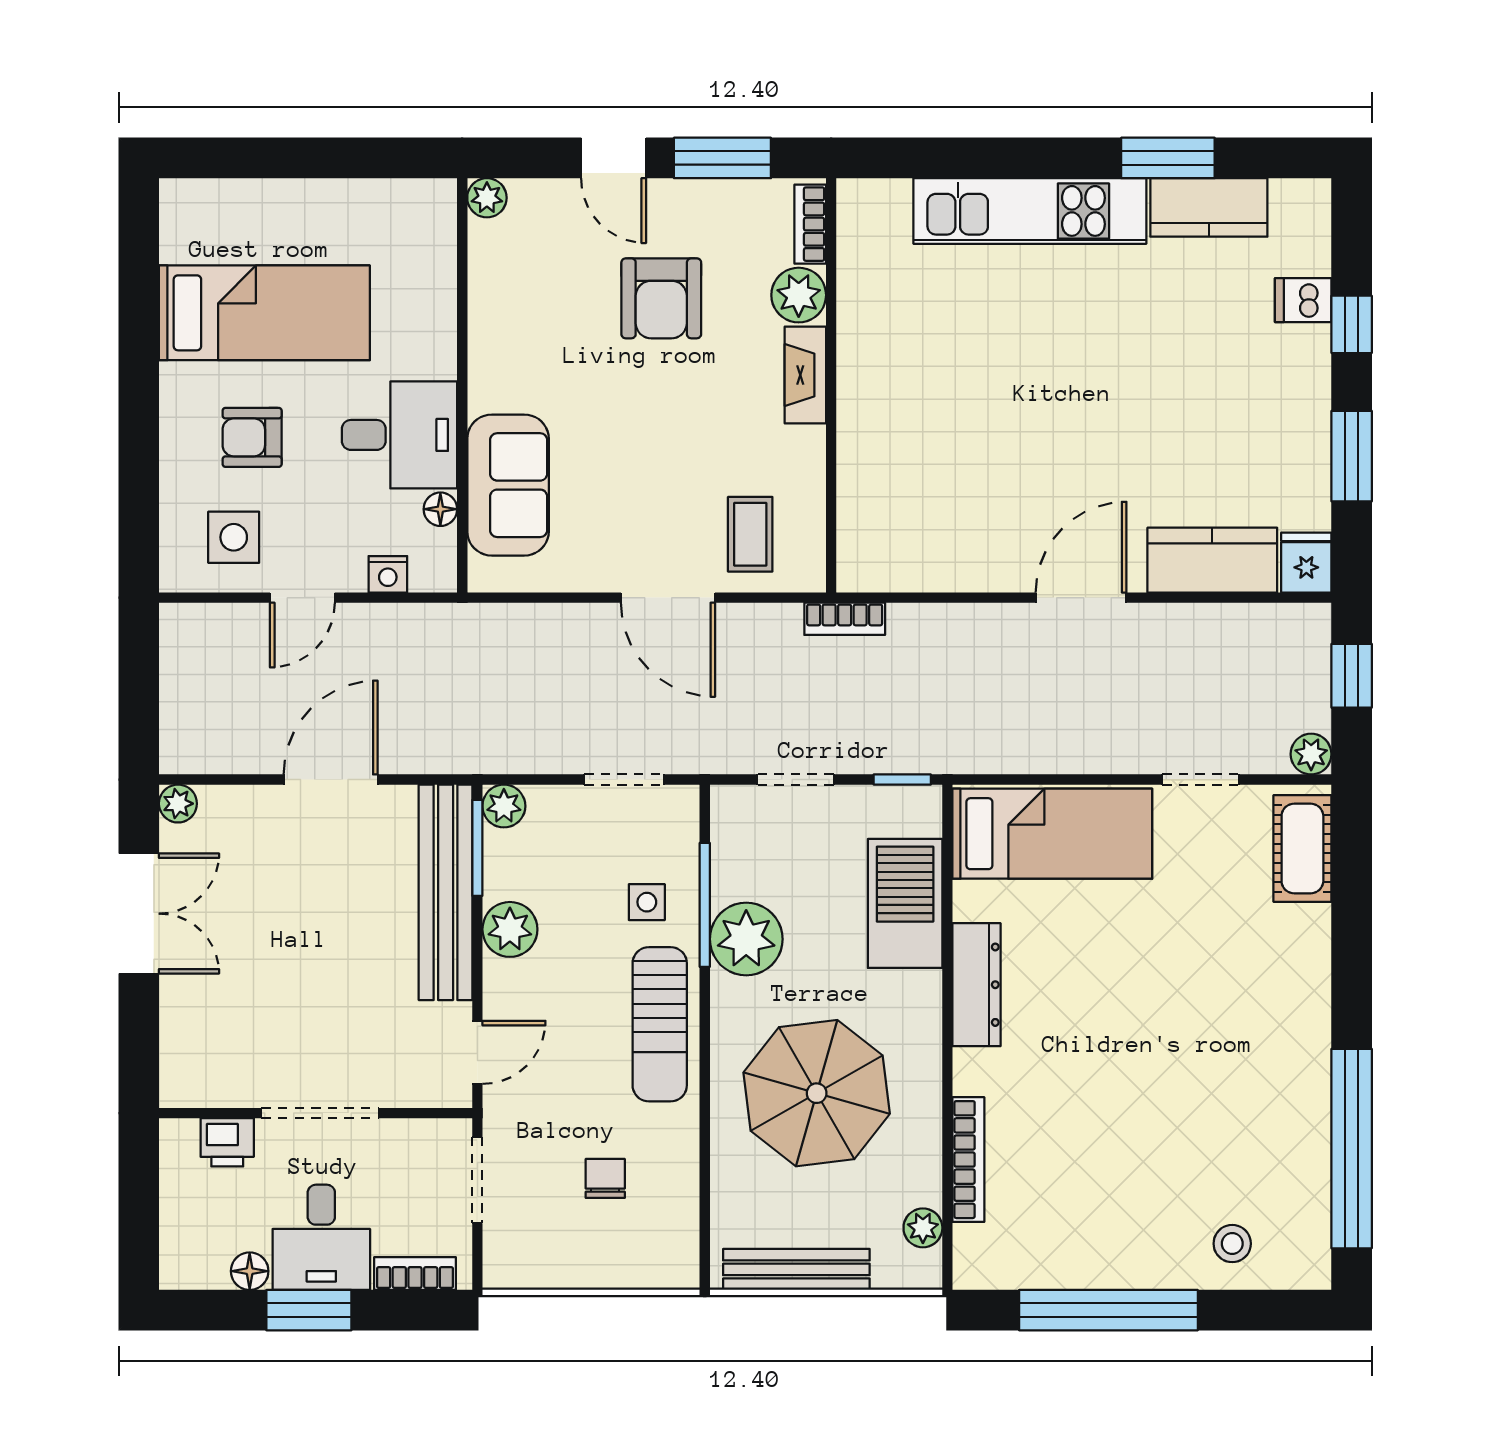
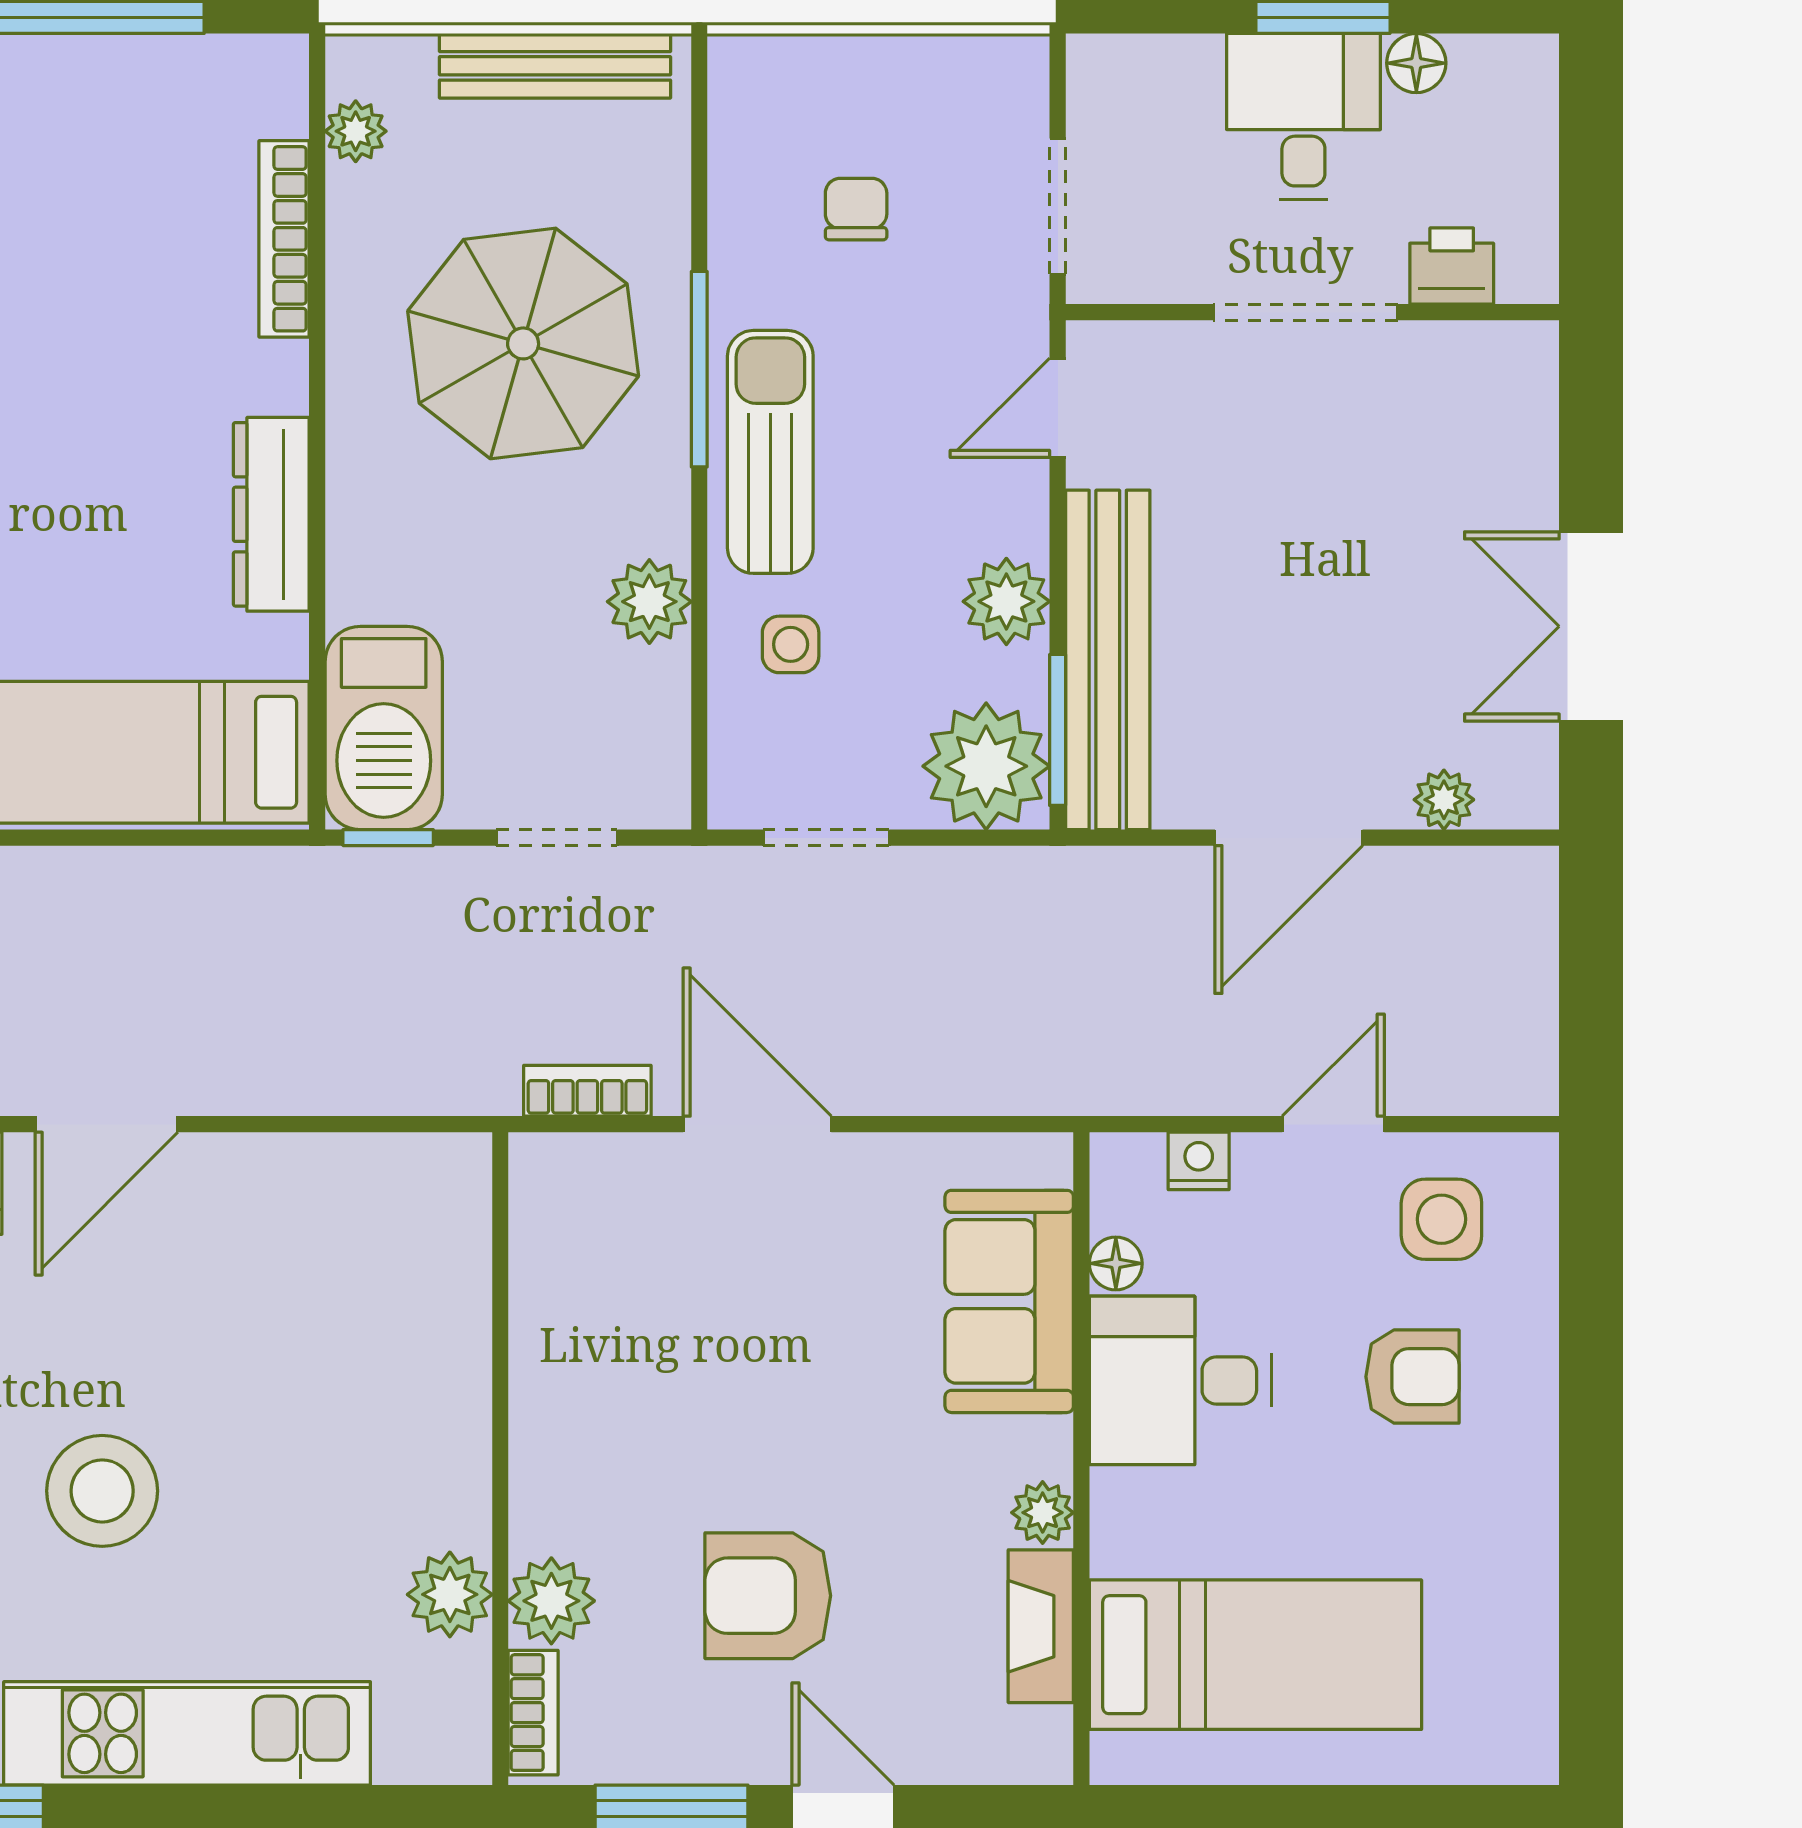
plant: (487, 198) -> (1043, 1513), moved
armchair: (661, 298) -> (768, 1596), turned -90
plant: (863, 299) -> (450, 1594), added
bed: (264, 313) -> (1255, 1655), moved, turned 180
stool: (1084, 365) -> (102, 1491), added
fireplace: (805, 375) -> (1041, 1626), moved, turned 180
coffee table: (750, 534) -> (628, 1224), removed
bookcase: (845, 619) -> (587, 1091), moved
plant: (178, 804) -> (1444, 800), moved
plant: (504, 806) -> (986, 766), width x1.87, depth x1.87
barbecue: (905, 903) -> (384, 728), moved
window: (705, 905) -> (699, 369), moved
plant: (746, 939) -> (649, 602), width x0.73, depth x0.73
chair: (605, 1178) -> (856, 209), turned 180
bookcase: (415, 1274) -> (1156, 59), removed

